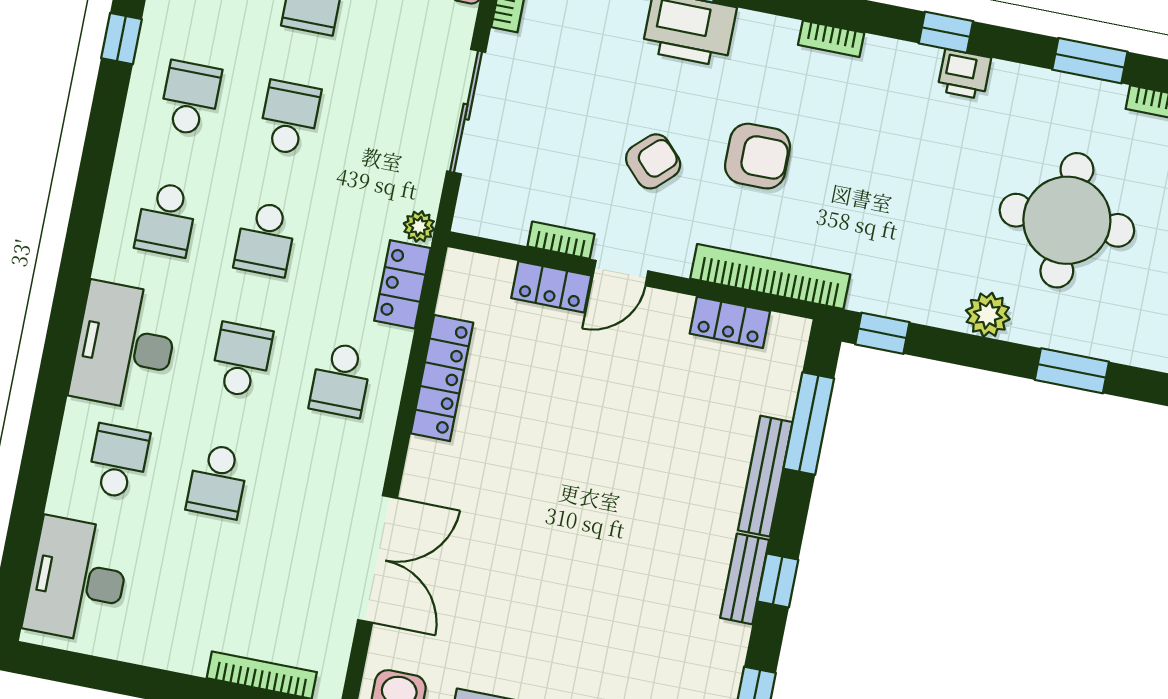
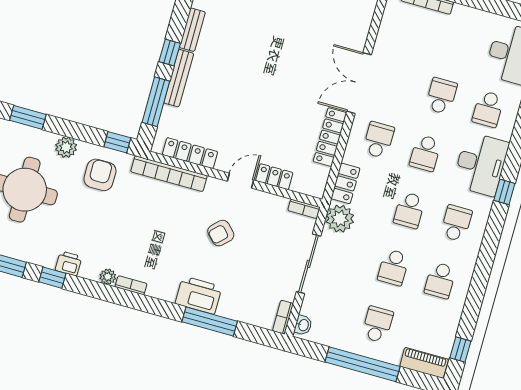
window: (946, 32) -> (52, 278), moved
window: (121, 39) -> (504, 192), moved
plant: (881, 53) -> (108, 277), added
armchair: (757, 156) -> (100, 175), moved, turned 90
plant: (419, 226) -> (340, 219), width x1.88, depth x1.88
school desk: (265, 239) -> (409, 210), turned 180
bookcase: (561, 240) -> (304, 209), moved
locker: (730, 322) -> (190, 153), width x1.53
double door: (377, 559) -> (359, 83), moved
window: (778, 580) -> (170, 52), moved

